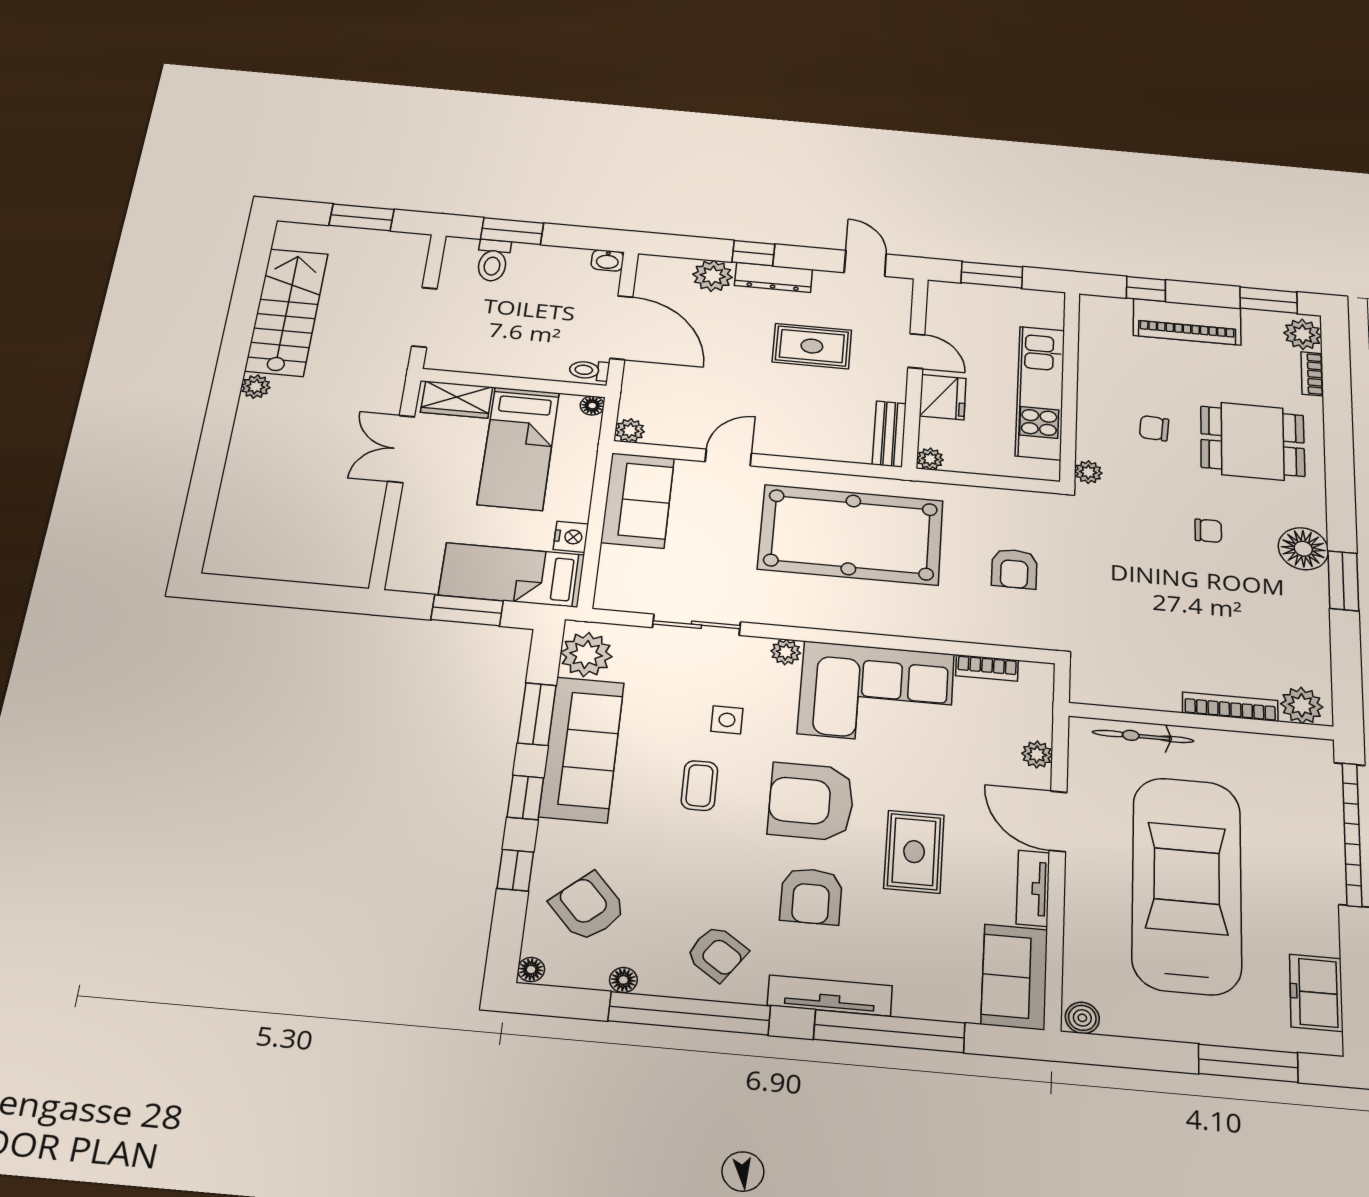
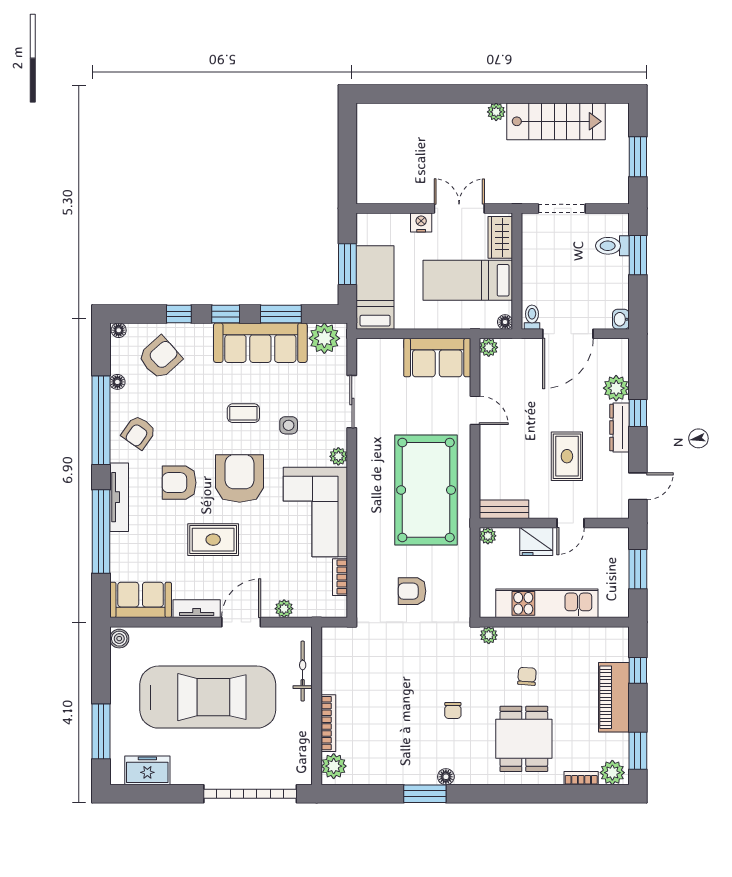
nightstand: (571, 537) -> (421, 222), moved, turned 180
floor lamp: (1303, 549) -> (446, 777), width x0.53, depth x0.53

